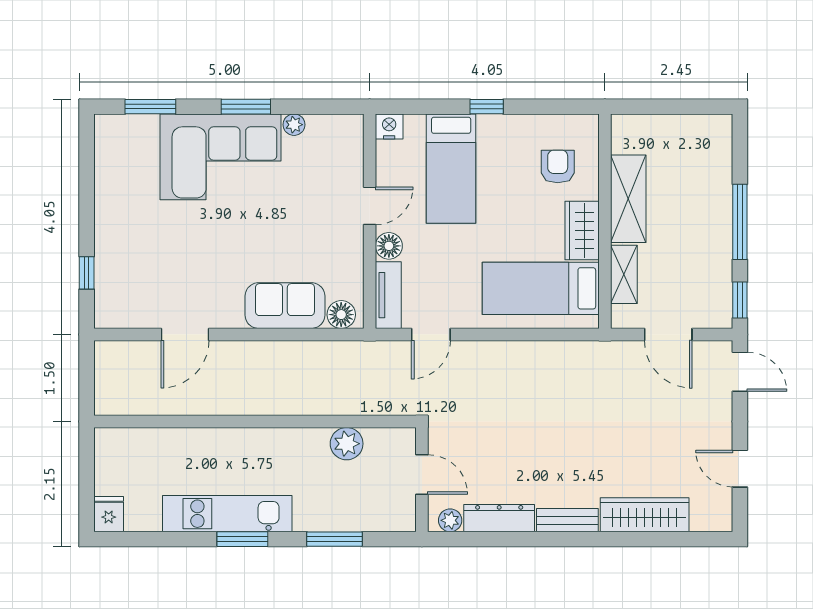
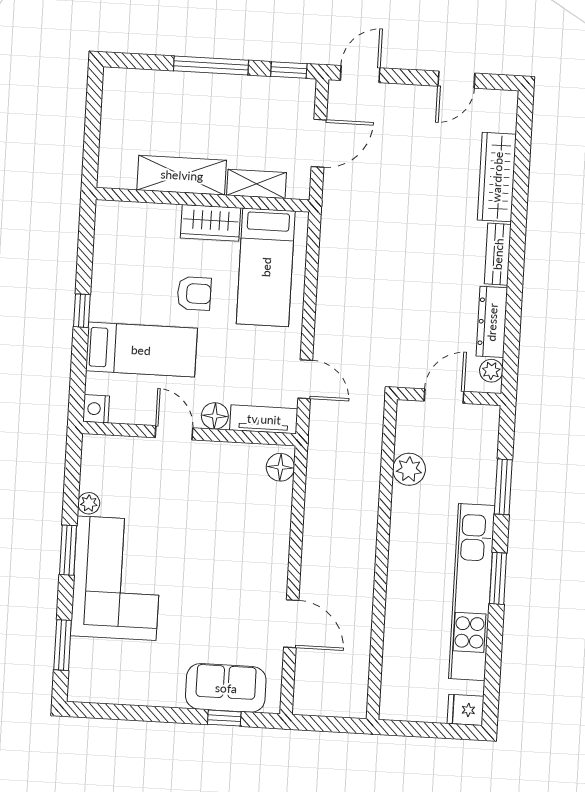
armchair: (558, 166) -> (194, 293), moved, turned 180
sofa: (285, 306) -> (226, 688), moved, turned 90
kitchen unit: (227, 514) -> (472, 592), width x1.36

